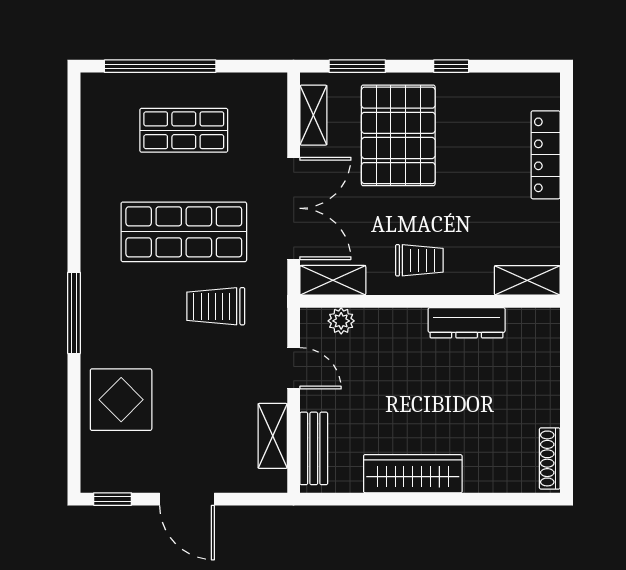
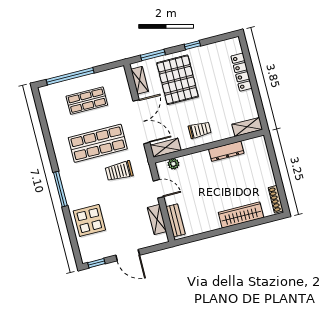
wardrobe: (413, 474) -> (241, 215), moved

